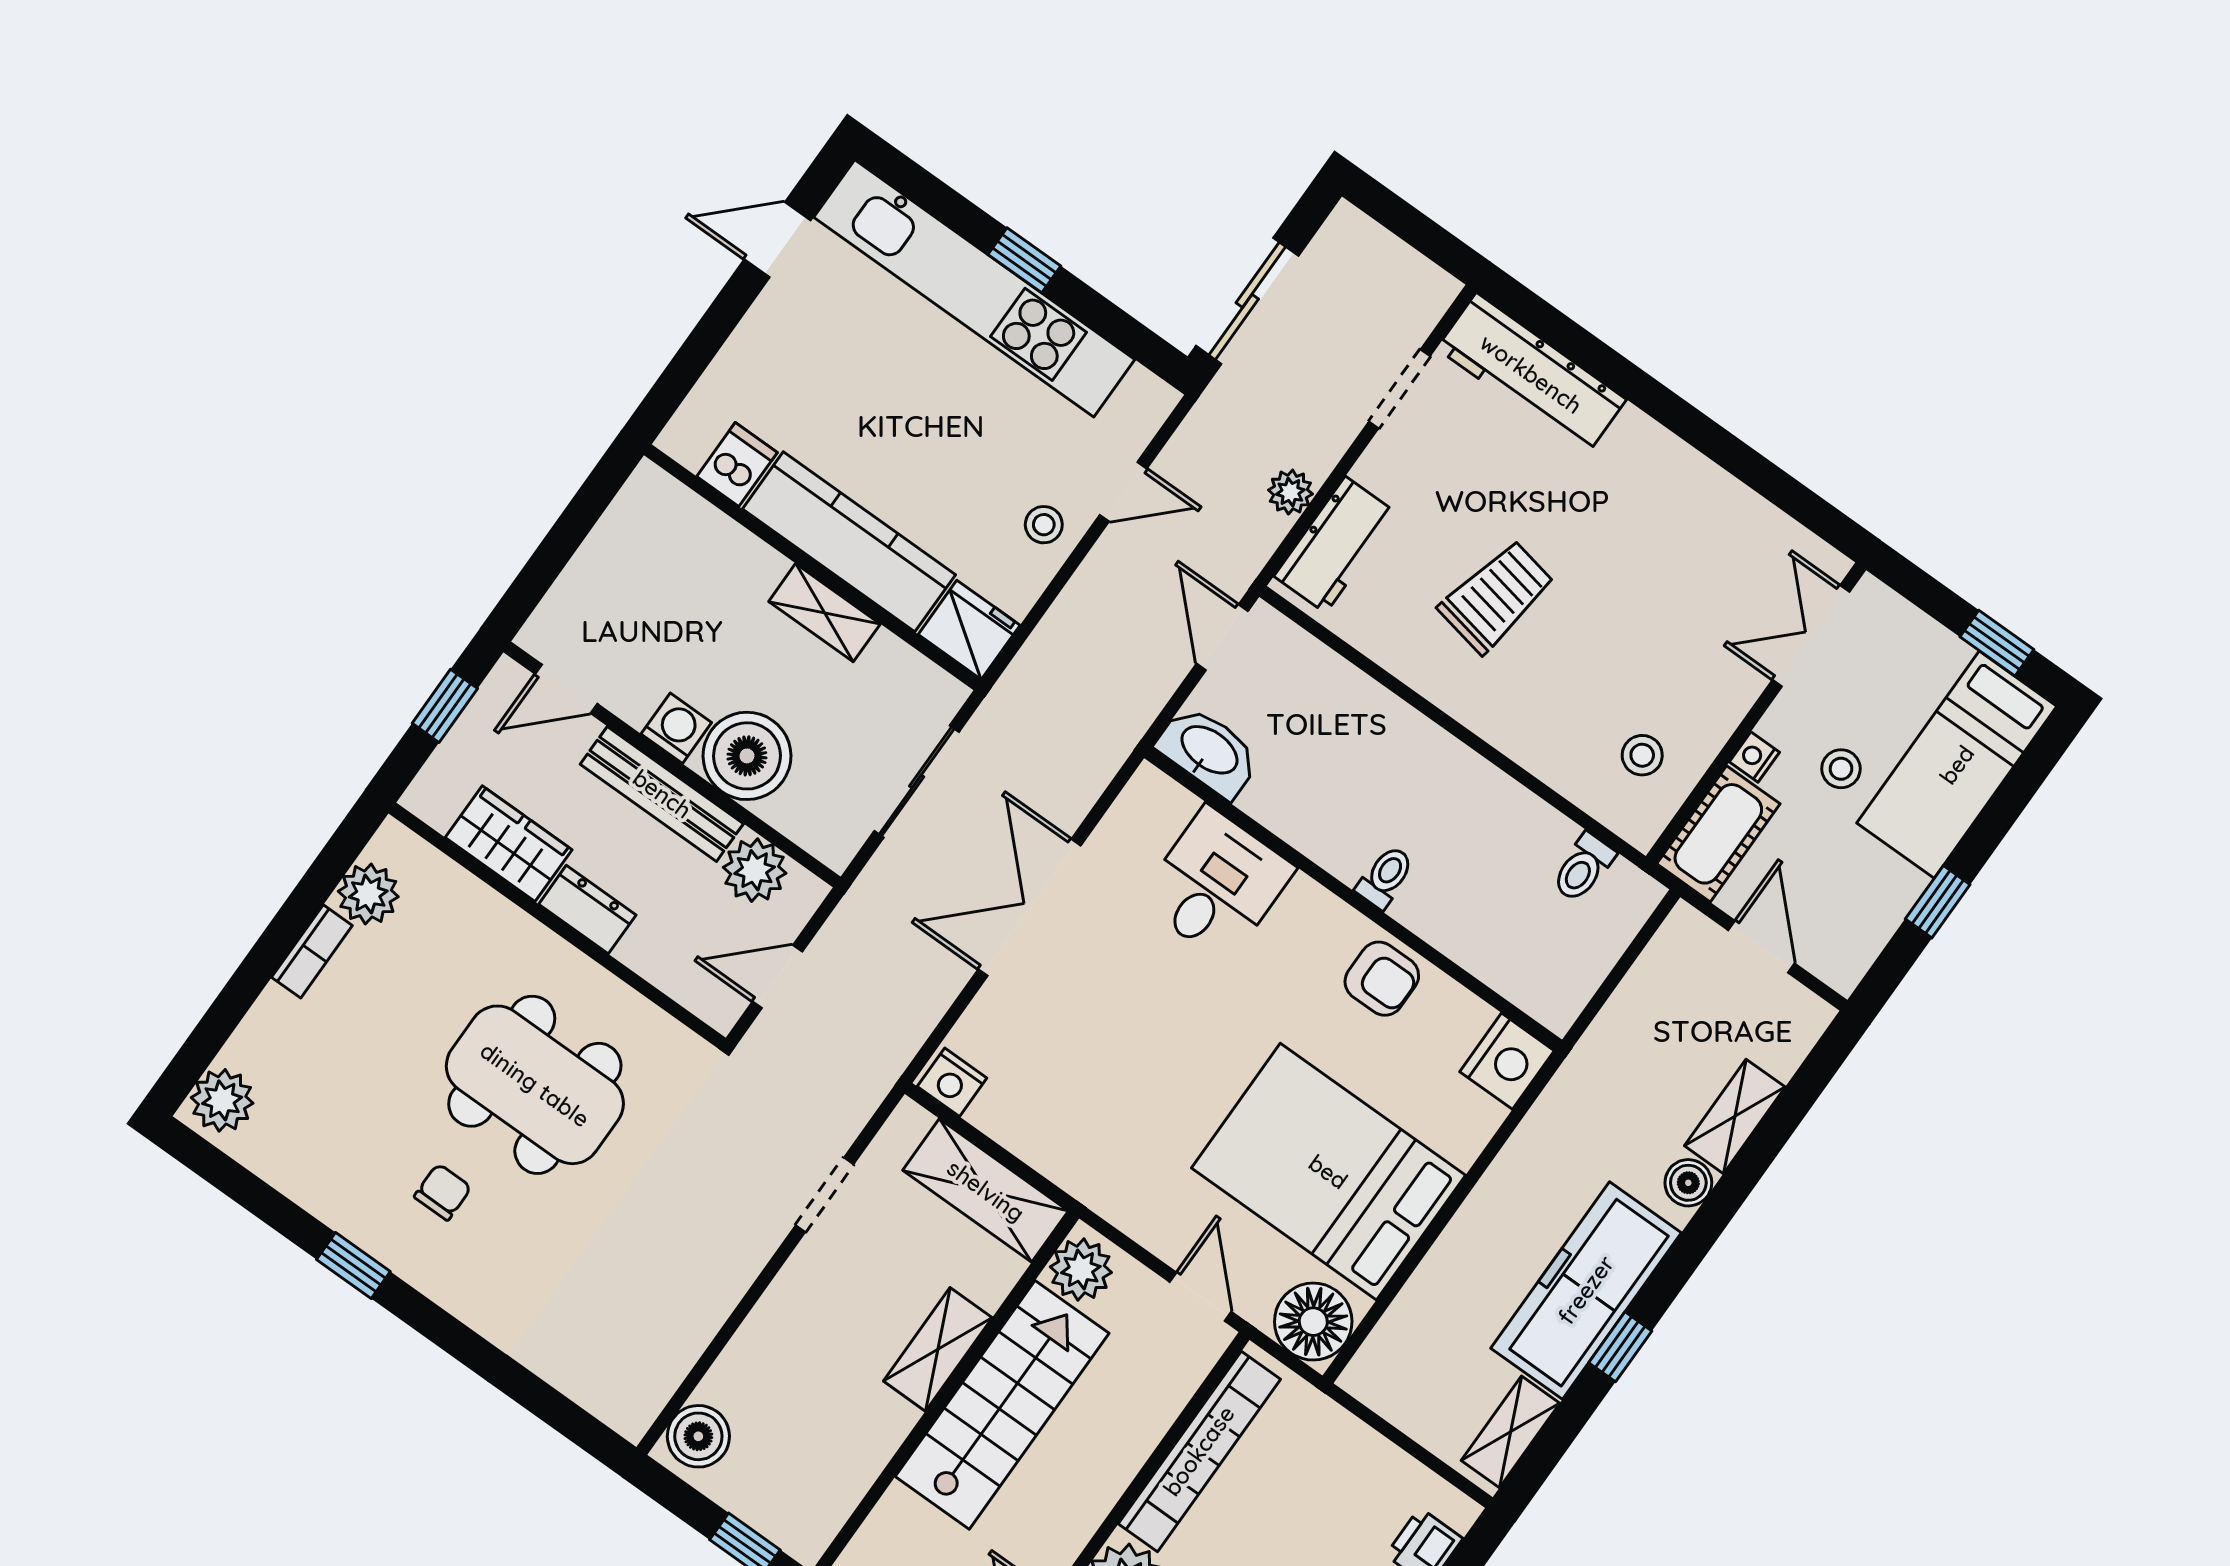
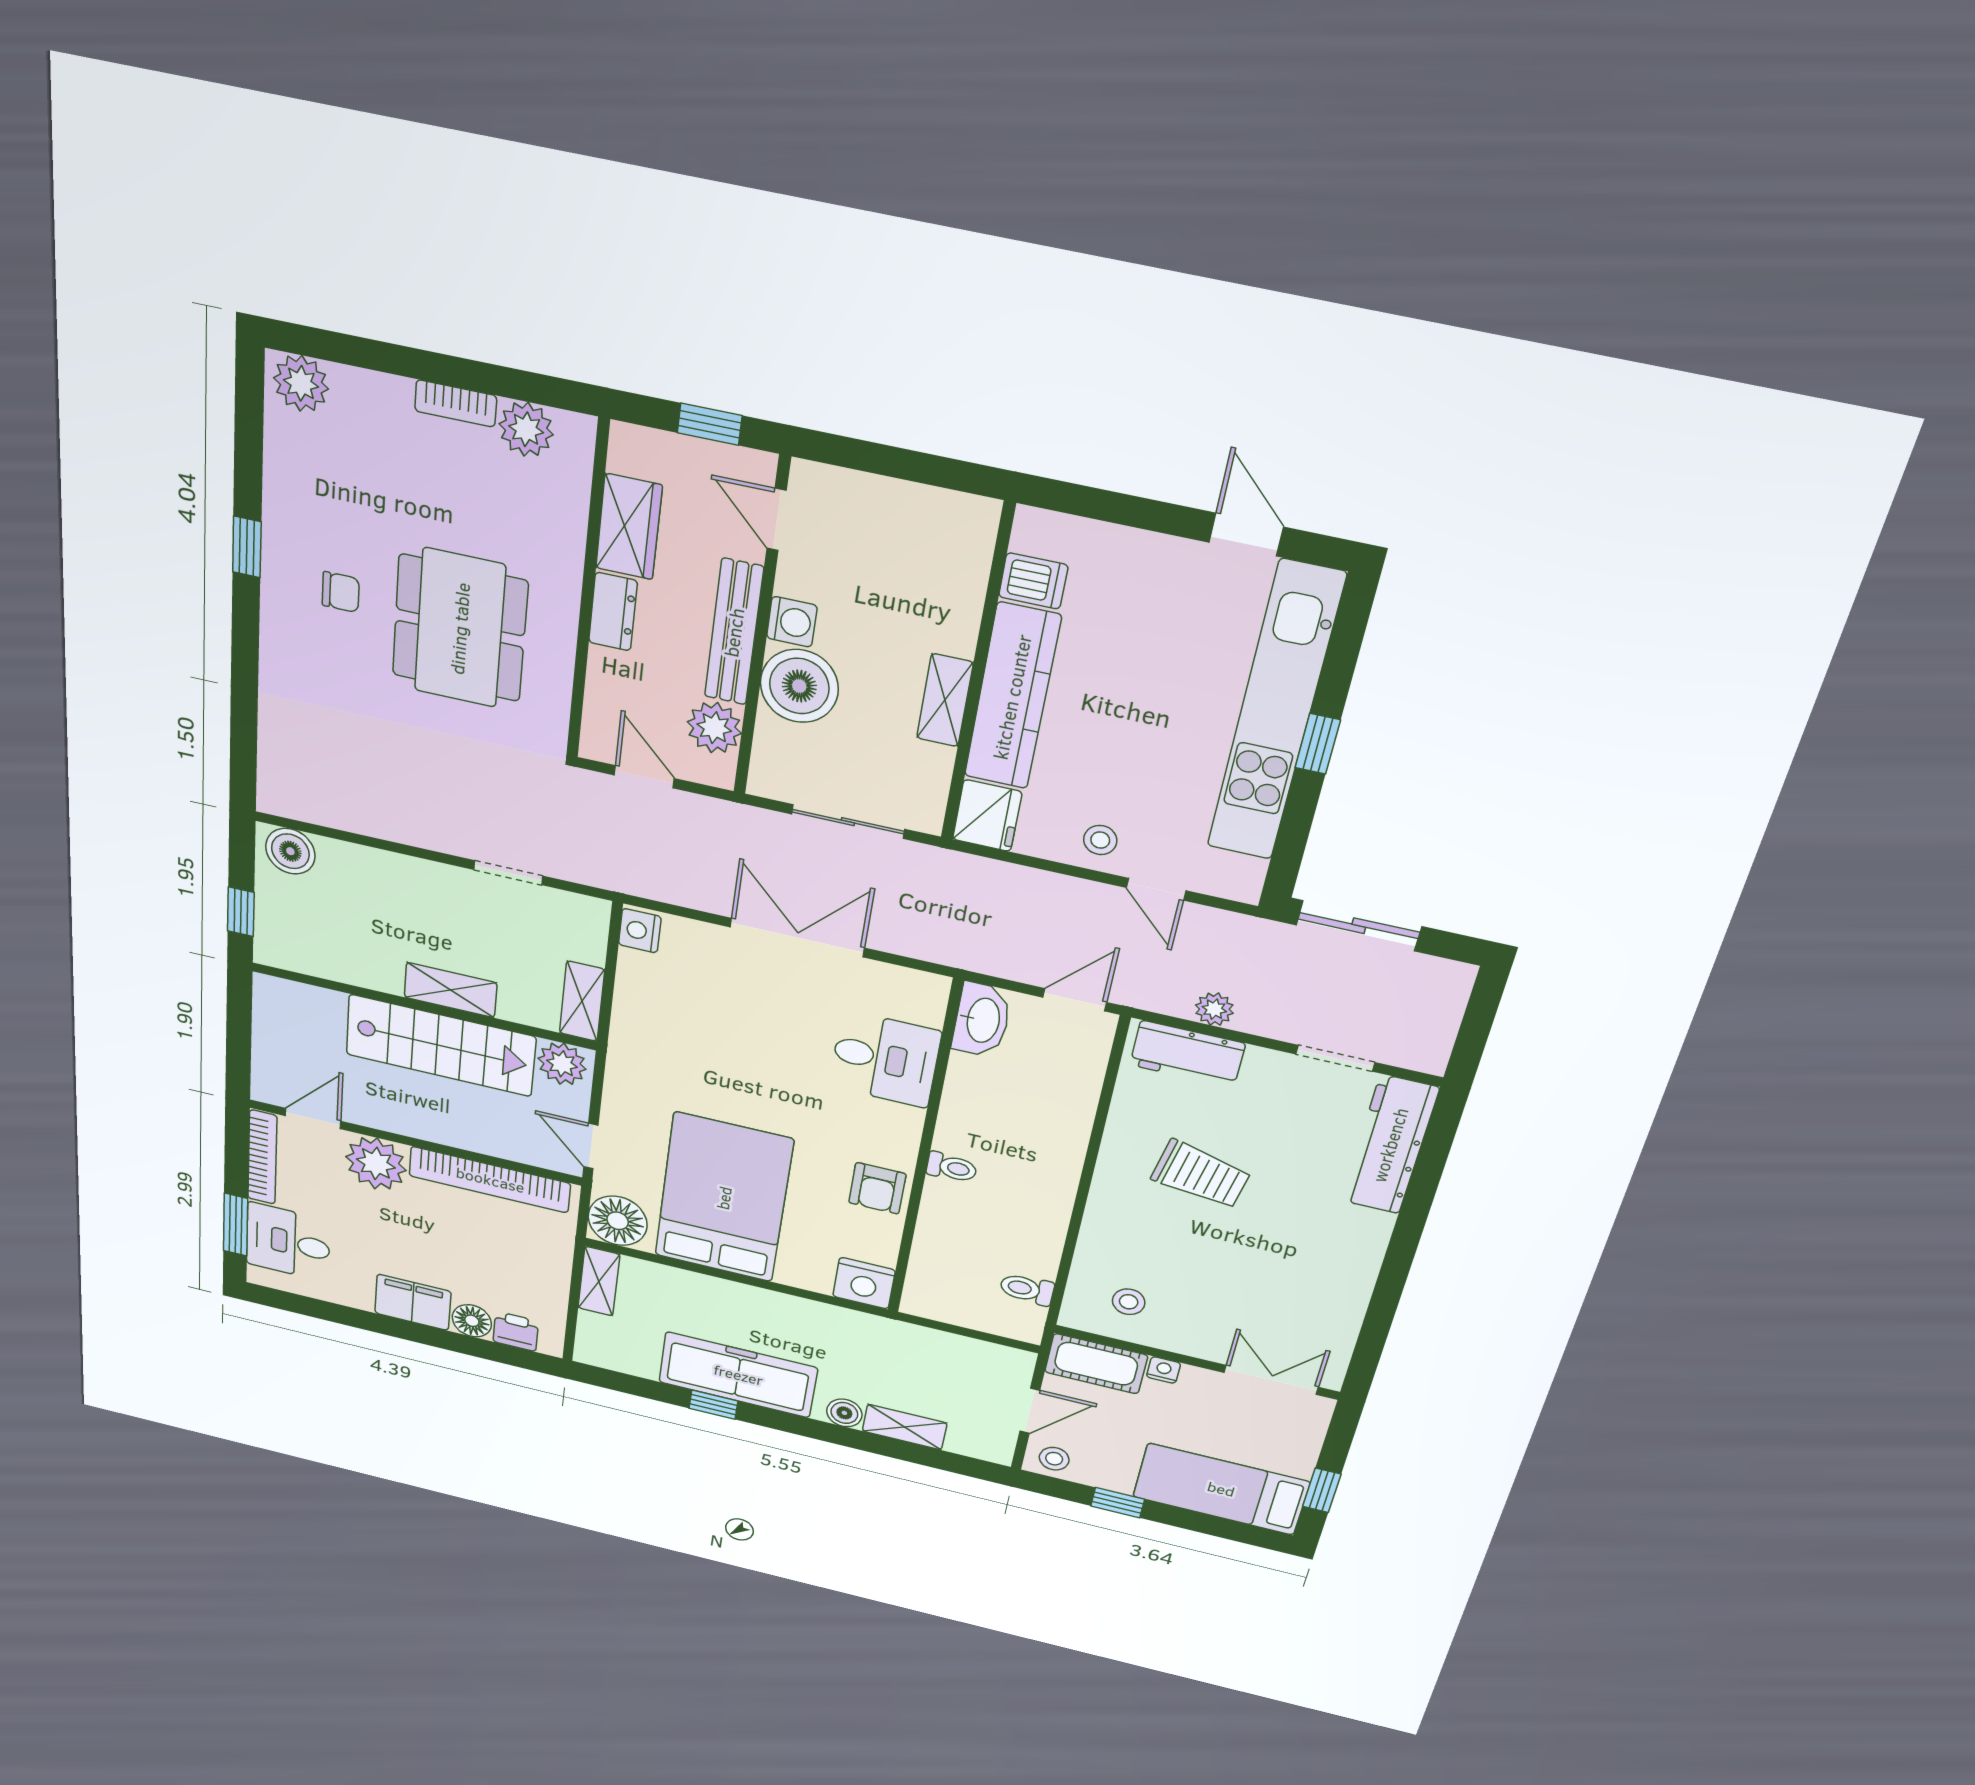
stool: (1841, 769) -> (1054, 1459), moved
shelving: (986, 1191) -> (582, 1001), width x0.67, depth x0.75
door: (1201, 1297) -> (591, 1146), swing flipped
shelving: (1510, 1432) -> (599, 1281), moved, turned 90

